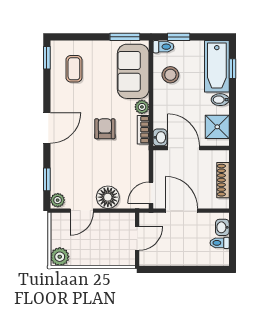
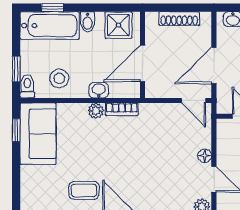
window: (125, 37) -> (16, 130), width x0.67
coffee table: (74, 69) -> (84, 190), moved
sofa: (133, 71) -> (38, 134), moved, turned -90
armchair: (105, 129) -> (121, 153), removed
washbasin: (160, 137) -> (99, 90), moved
floor lamp: (108, 197) -> (205, 156), width x0.53, depth x0.53

